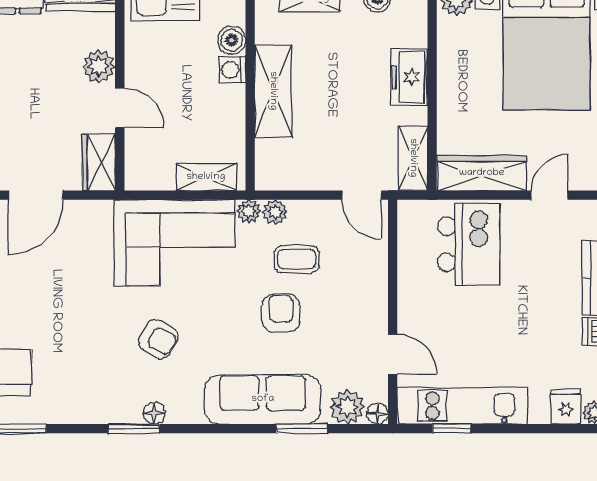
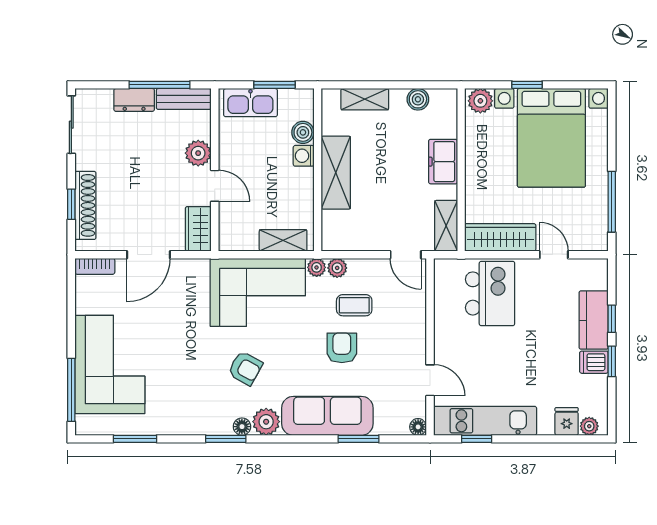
door: (550, 195) -> (554, 255), hinge flipped
plant: (347, 407) -> (266, 422), moved

